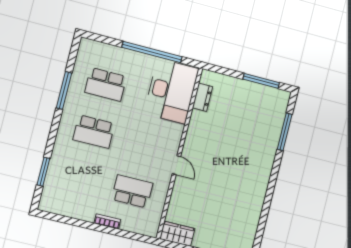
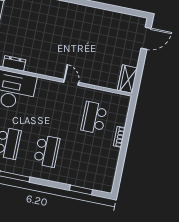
door: (176, 165) -> (71, 82), hinge flipped

